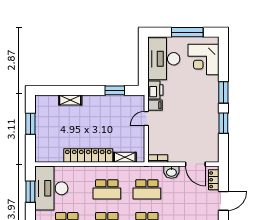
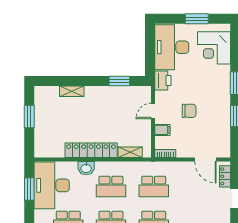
window: (187, 32) -> (197, 19), width x0.69
filing cabinet: (155, 105) -> (162, 130), moved
chair: (180, 118) -> (189, 111), added
washbasin: (171, 172) -> (86, 168), moved

